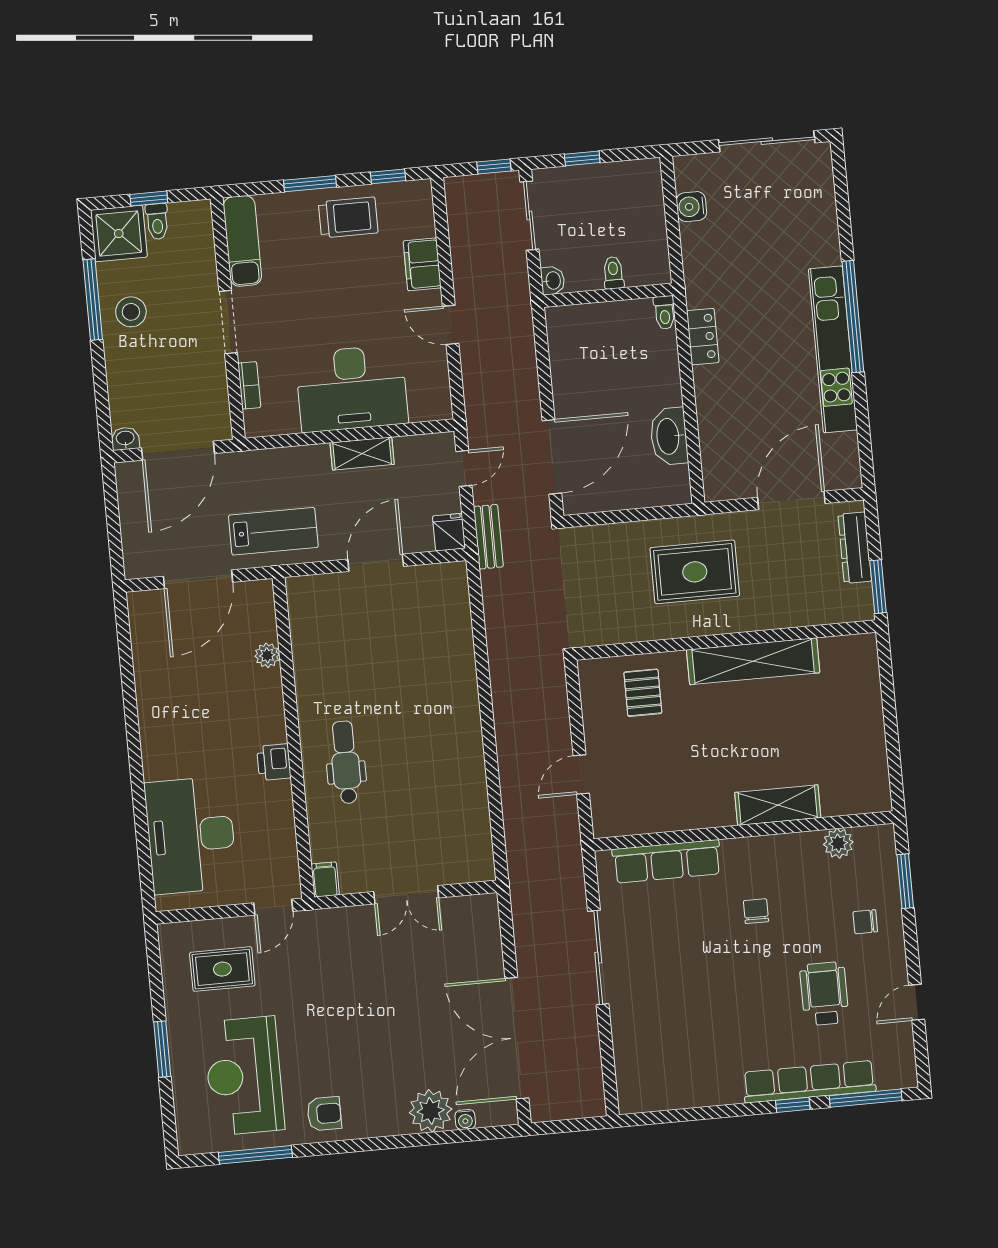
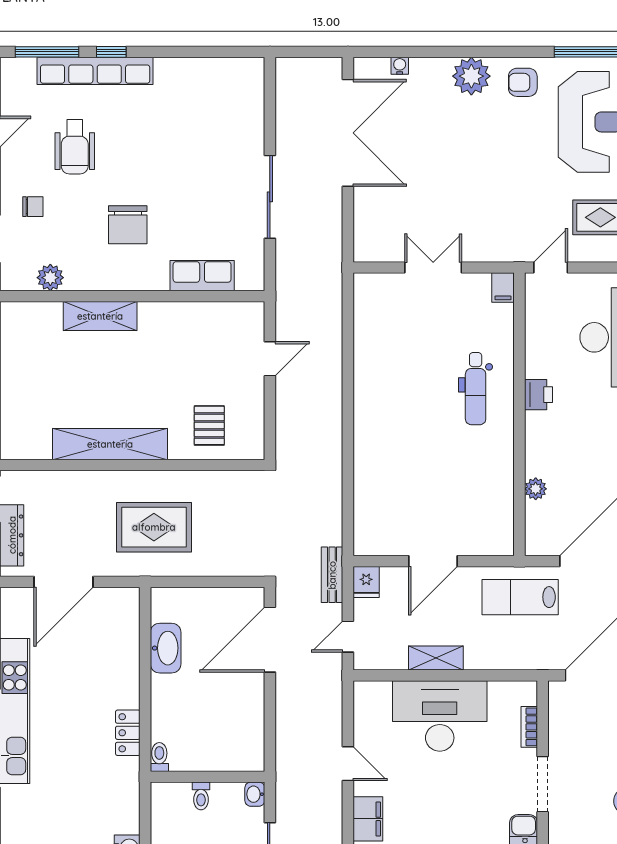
row of seats: (667, 861) -> (202, 276), width x0.68
chair: (756, 911) -> (128, 225), width x1.87, depth x1.87
plant: (431, 1111) -> (471, 76), moved

